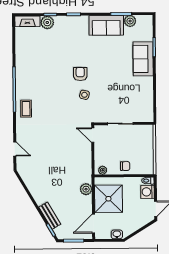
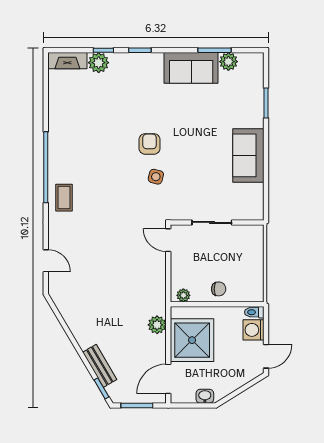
sofa: (143, 59) -> (248, 155), moved

